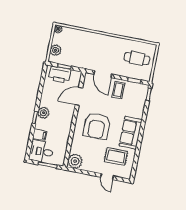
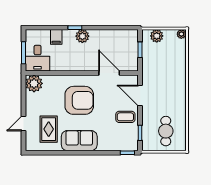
door: (103, 74) -> (140, 95), hinge flipped
printer: (60, 75) -> (130, 46), removed
armchair: (97, 126) -> (79, 100), turned 180
desk: (41, 151) -> (38, 58), moved, turned 180

